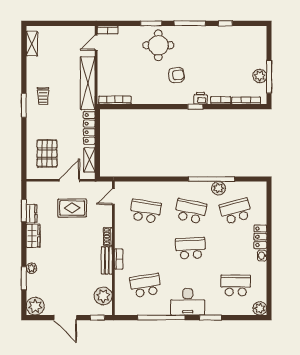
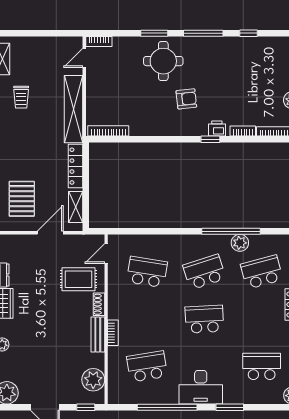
trolley: (43, 96) -> (21, 97), moved
rug: (72, 208) -> (79, 279), moved
school desk: (191, 211) -> (204, 272), turned -30

